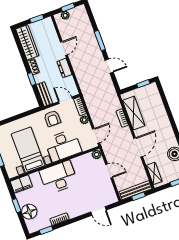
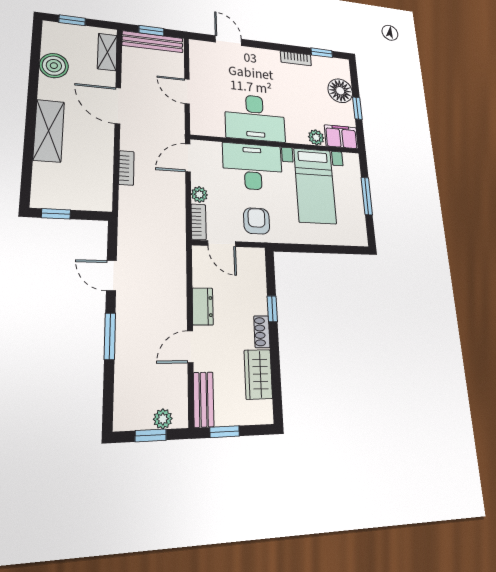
wardrobe: (27, 42) -> (258, 374), width x0.67
bench: (44, 94) -> (204, 399), moved
shelving: (134, 113) -> (49, 131), moved
door: (138, 147) -> (118, 106), hinge flipped
plant: (97, 154) -> (316, 137), moved
desk: (59, 177) -> (255, 118), moved

